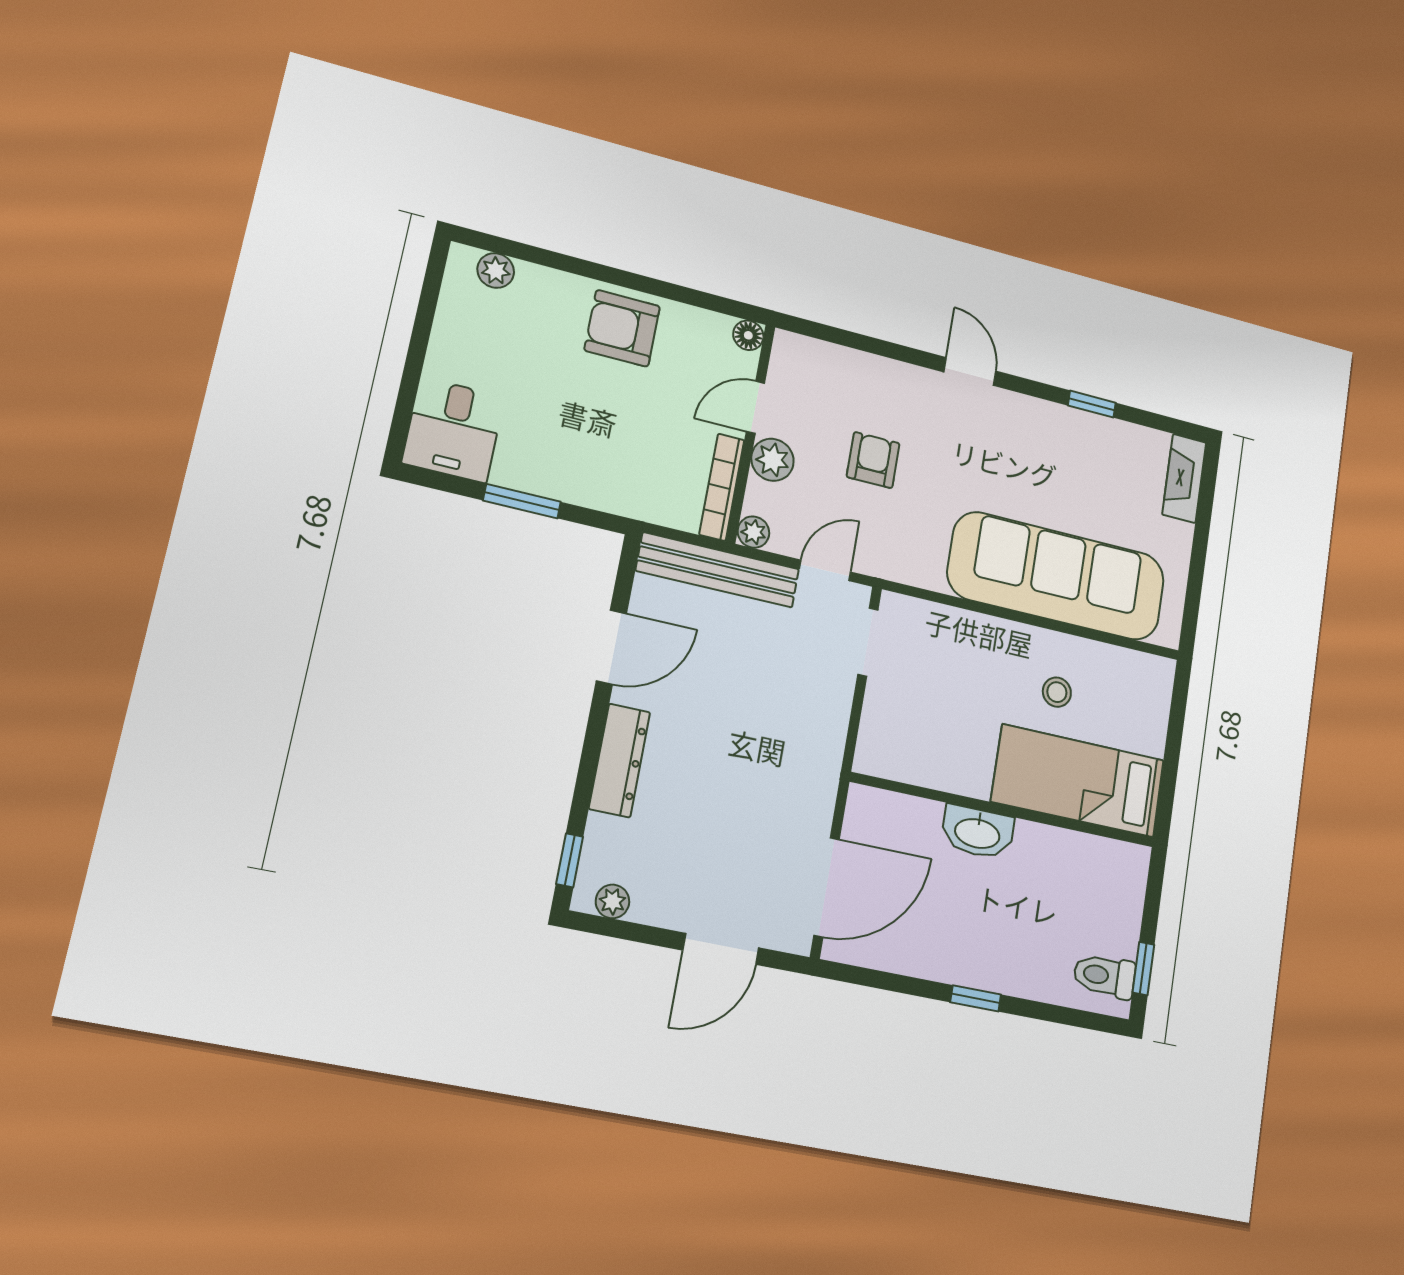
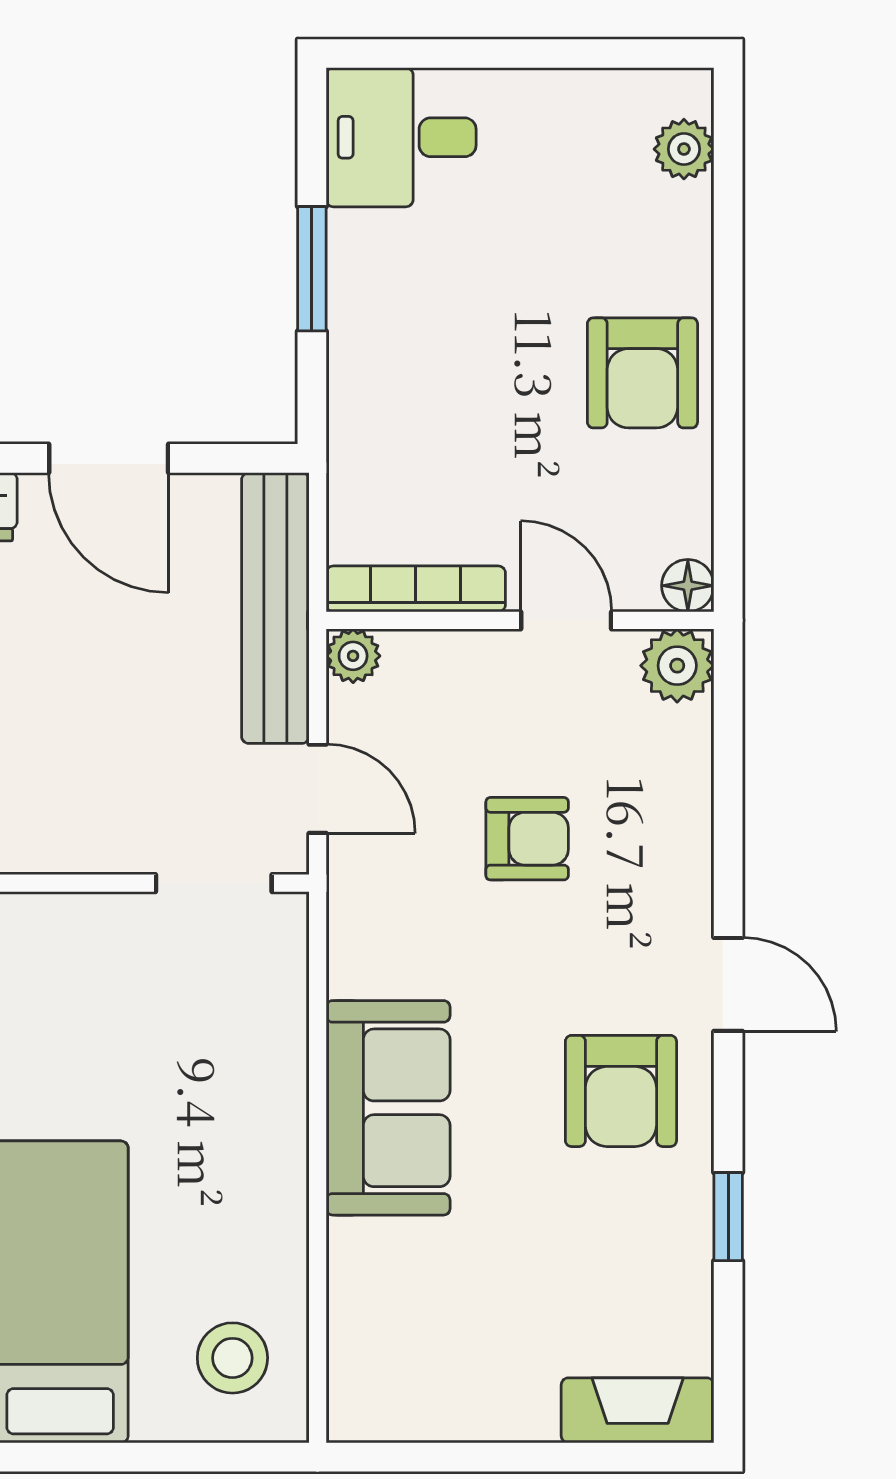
armchair: (622, 328) -> (642, 373), turned 180
door: (970, 372) -> (728, 984), hinge flipped
armchair: (1017, 444) -> (621, 1091), added
plant: (772, 460) -> (677, 666), moved
sofa: (1057, 576) -> (388, 1108), width x0.54, depth x0.79
stool: (1057, 692) -> (232, 1358), moved, width x1.37, depth x1.37

